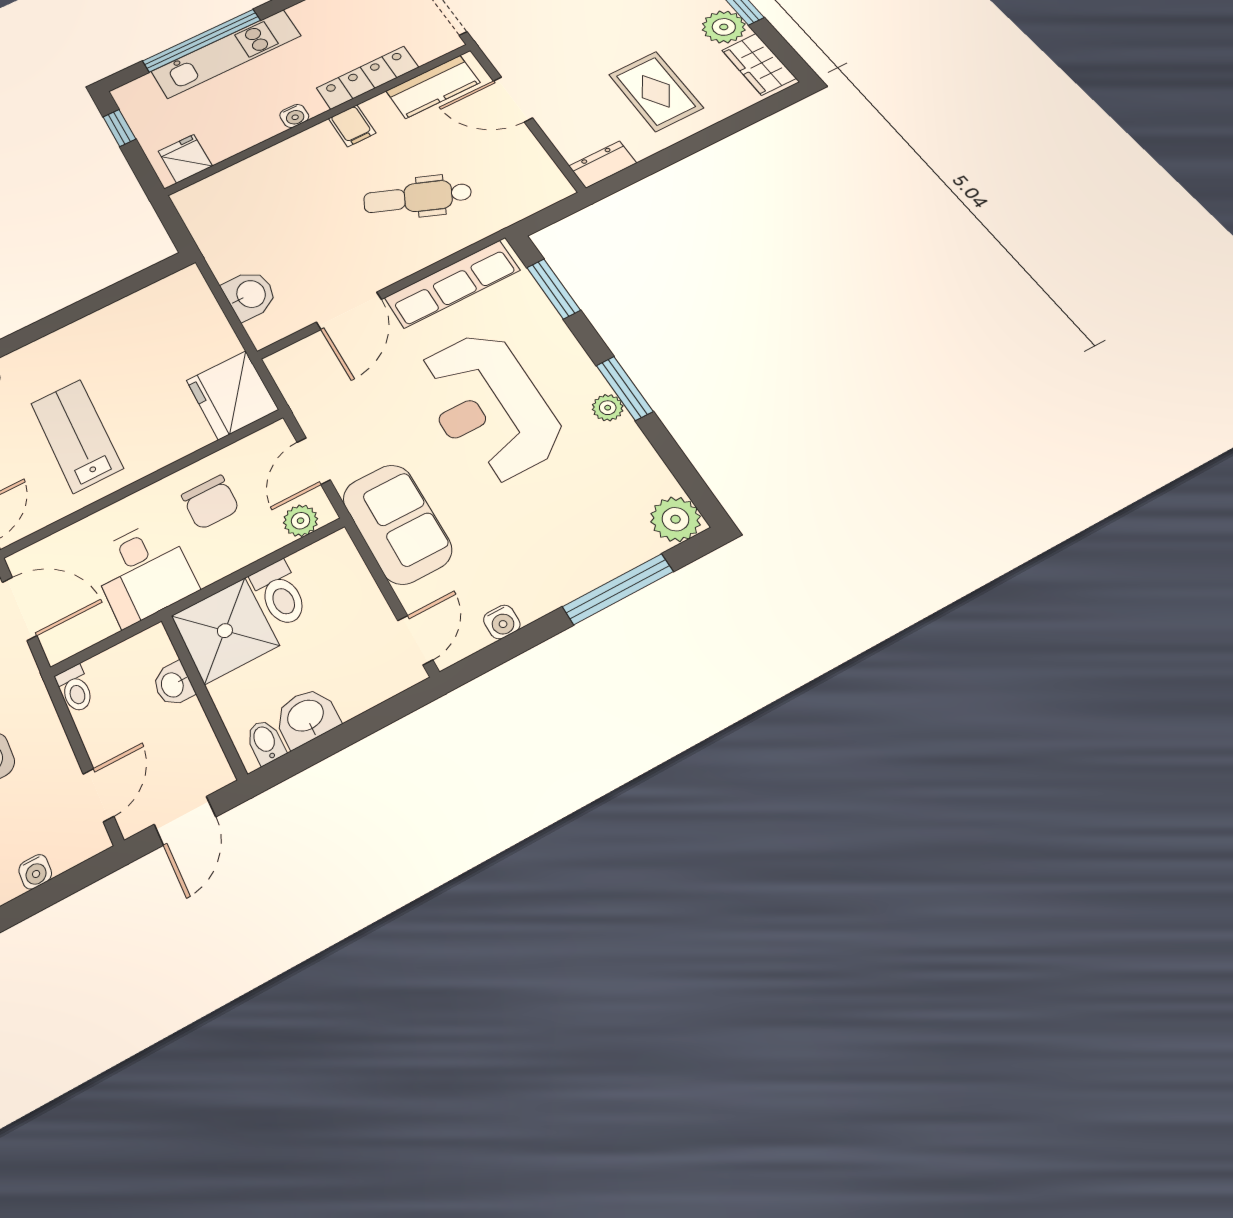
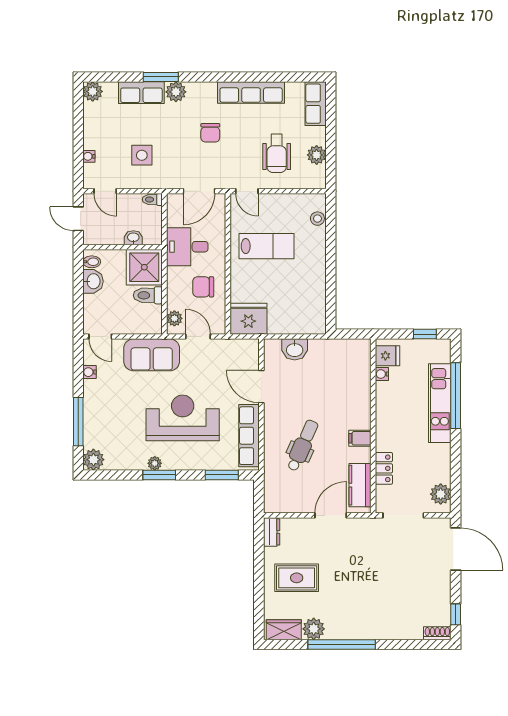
locker: (368, 78) -> (384, 468), width x0.66
water cooler: (294, 116) -> (382, 374), moved

